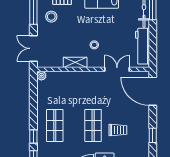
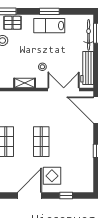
double door: (117, 69) -> (64, 89), width x1.37
trolley: (118, 130) -> (64, 146), removed

